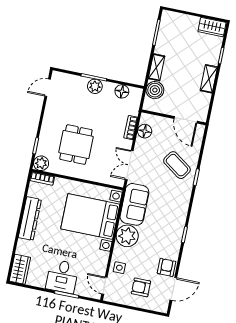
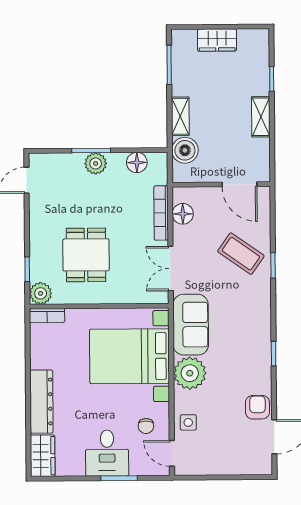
wardrobe: (212, 27) -> (217, 40), moved
bookcase: (131, 128) -> (161, 213), width x1.56
dresser: (30, 219) -> (41, 402), moved
chair: (91, 264) -> (146, 426), added
armchair: (141, 287) -> (226, 445), removed

